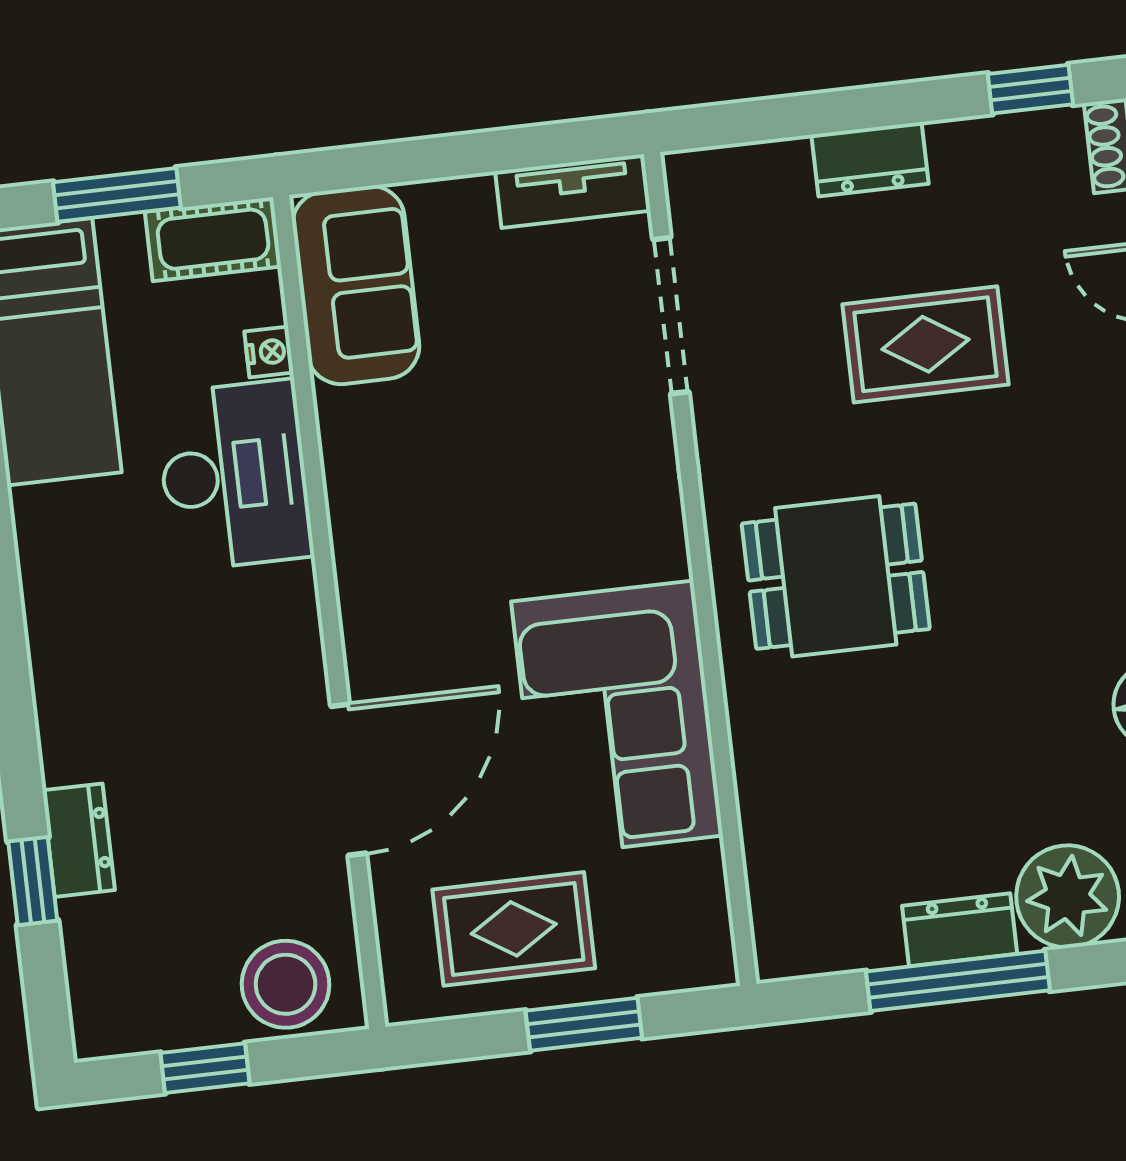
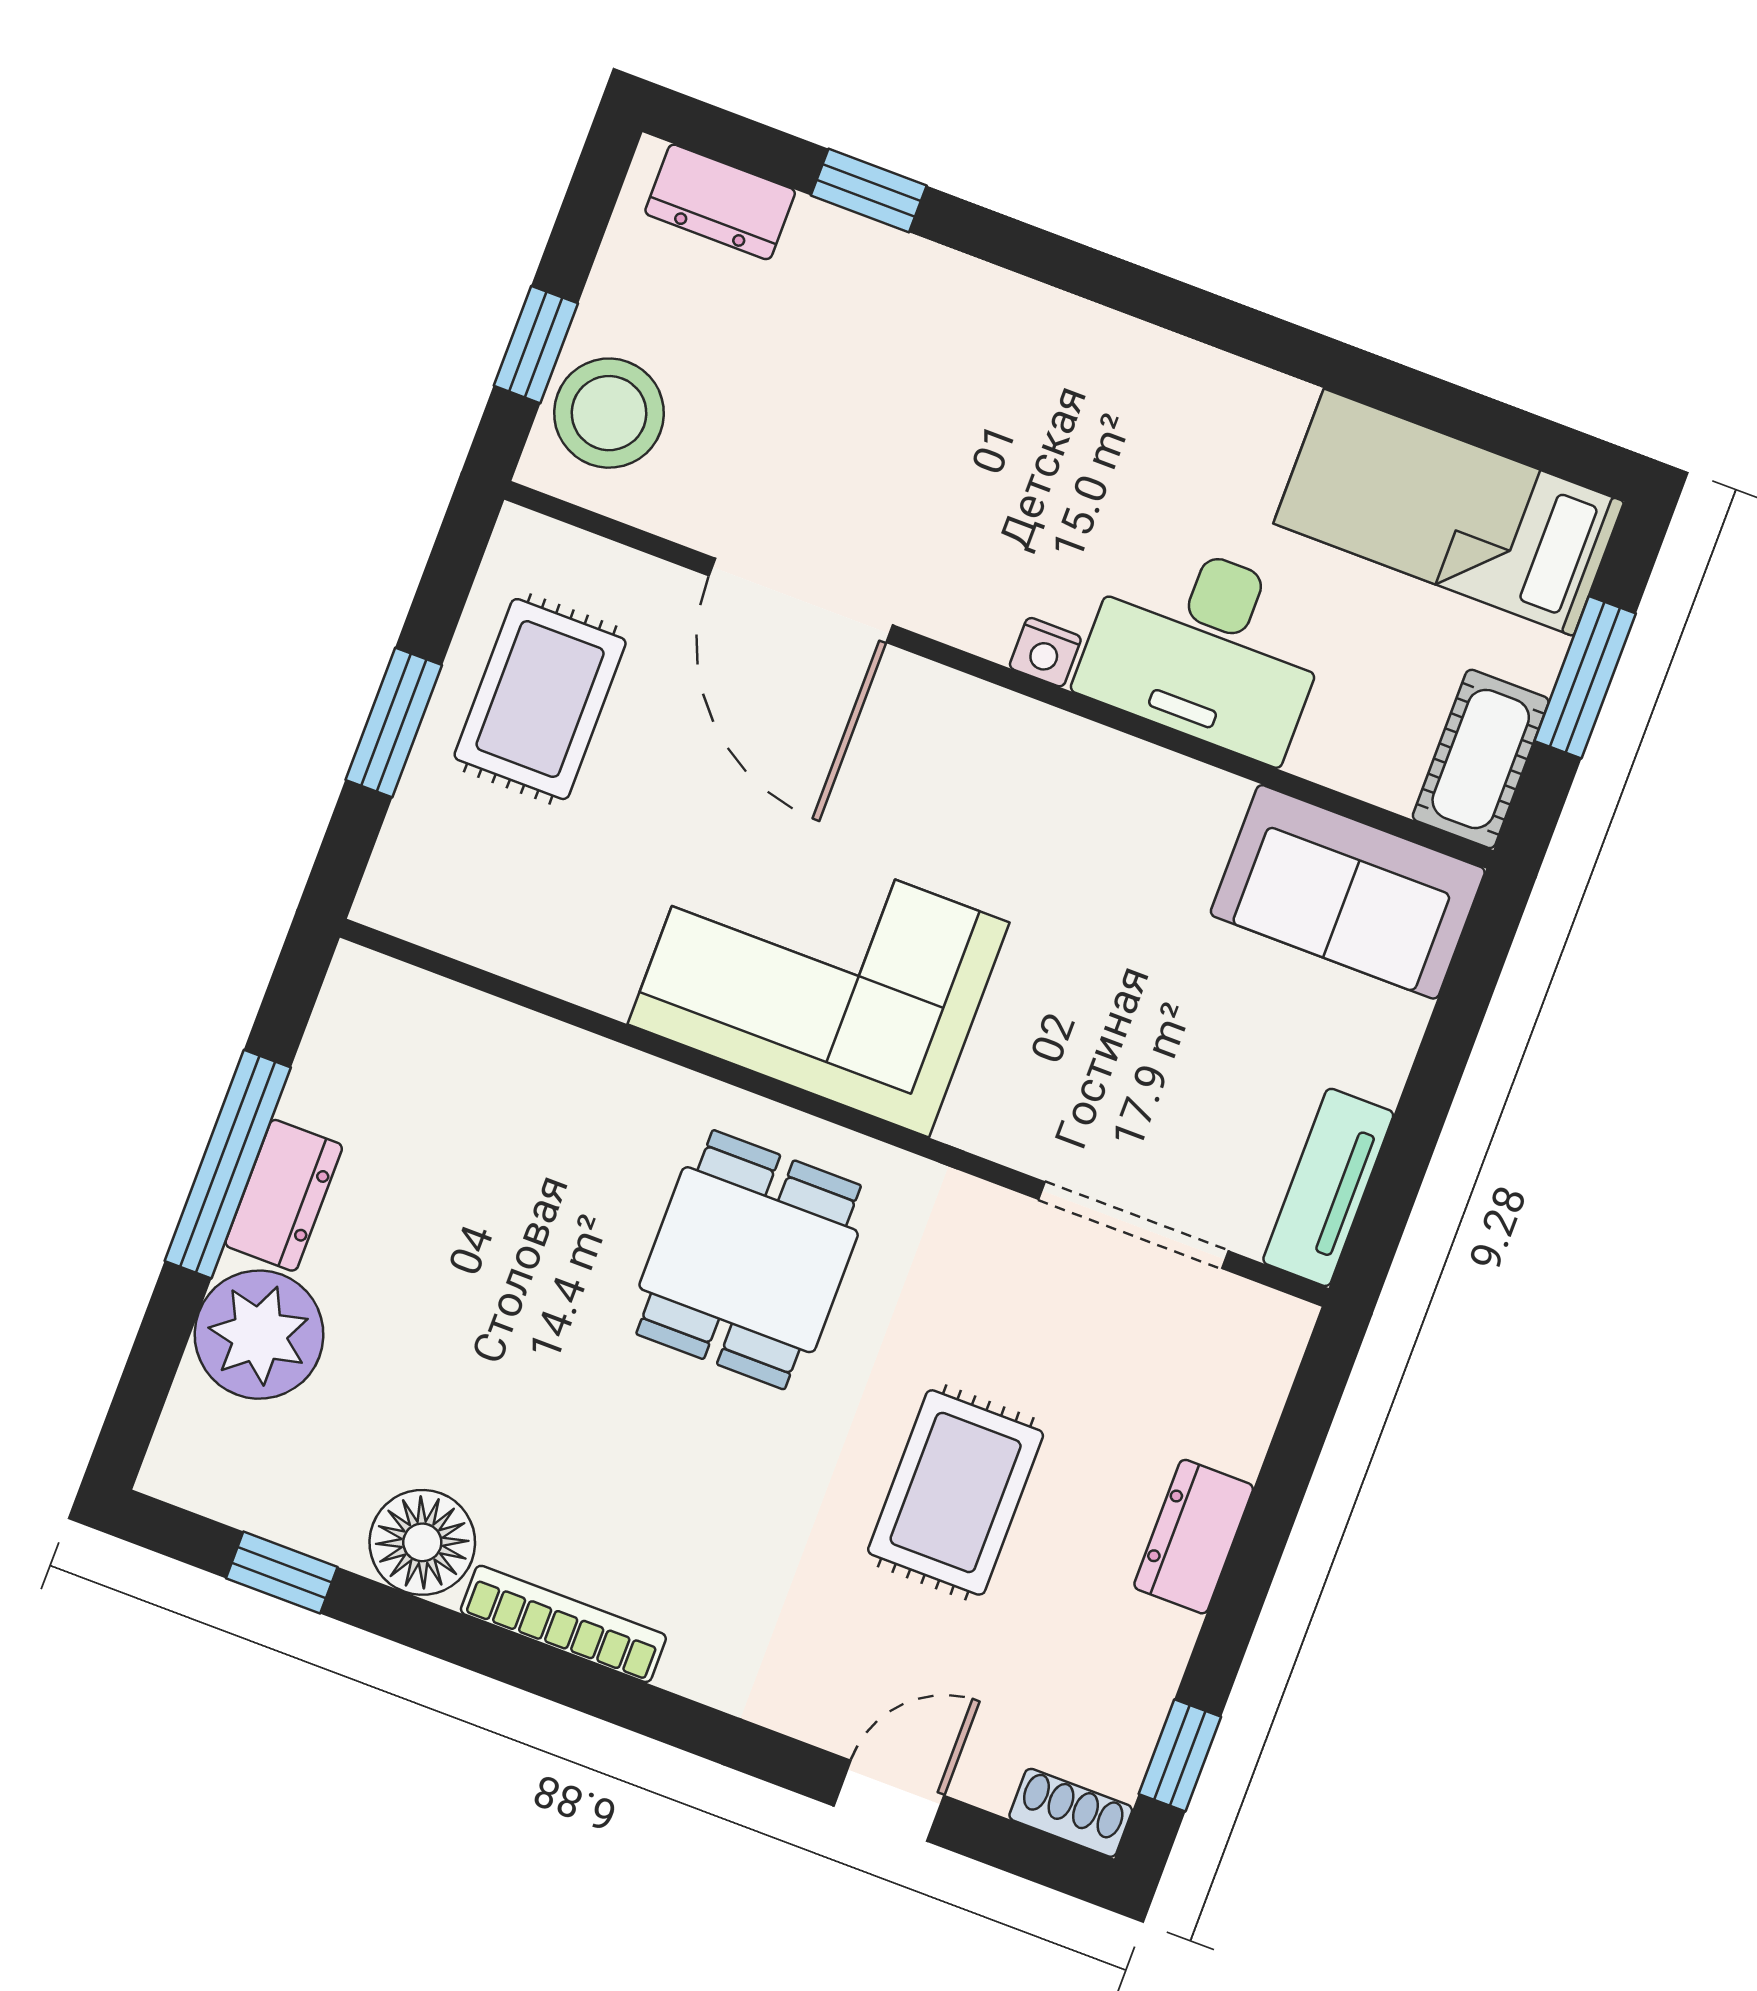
nightstand: (269, 352) -> (1045, 652), moved
corner sofa: (617, 719) -> (819, 973), moved
dresser: (79, 840) -> (720, 202), moved
window: (205, 1068) -> (536, 345), moved

